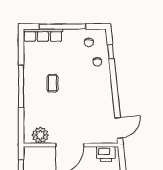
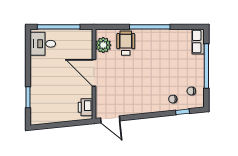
row of seats: (43, 35) -> (198, 42), width x0.68
coffee table: (52, 83) -> (153, 57), removed
wheelchair: (38, 111) -> (126, 43), added

